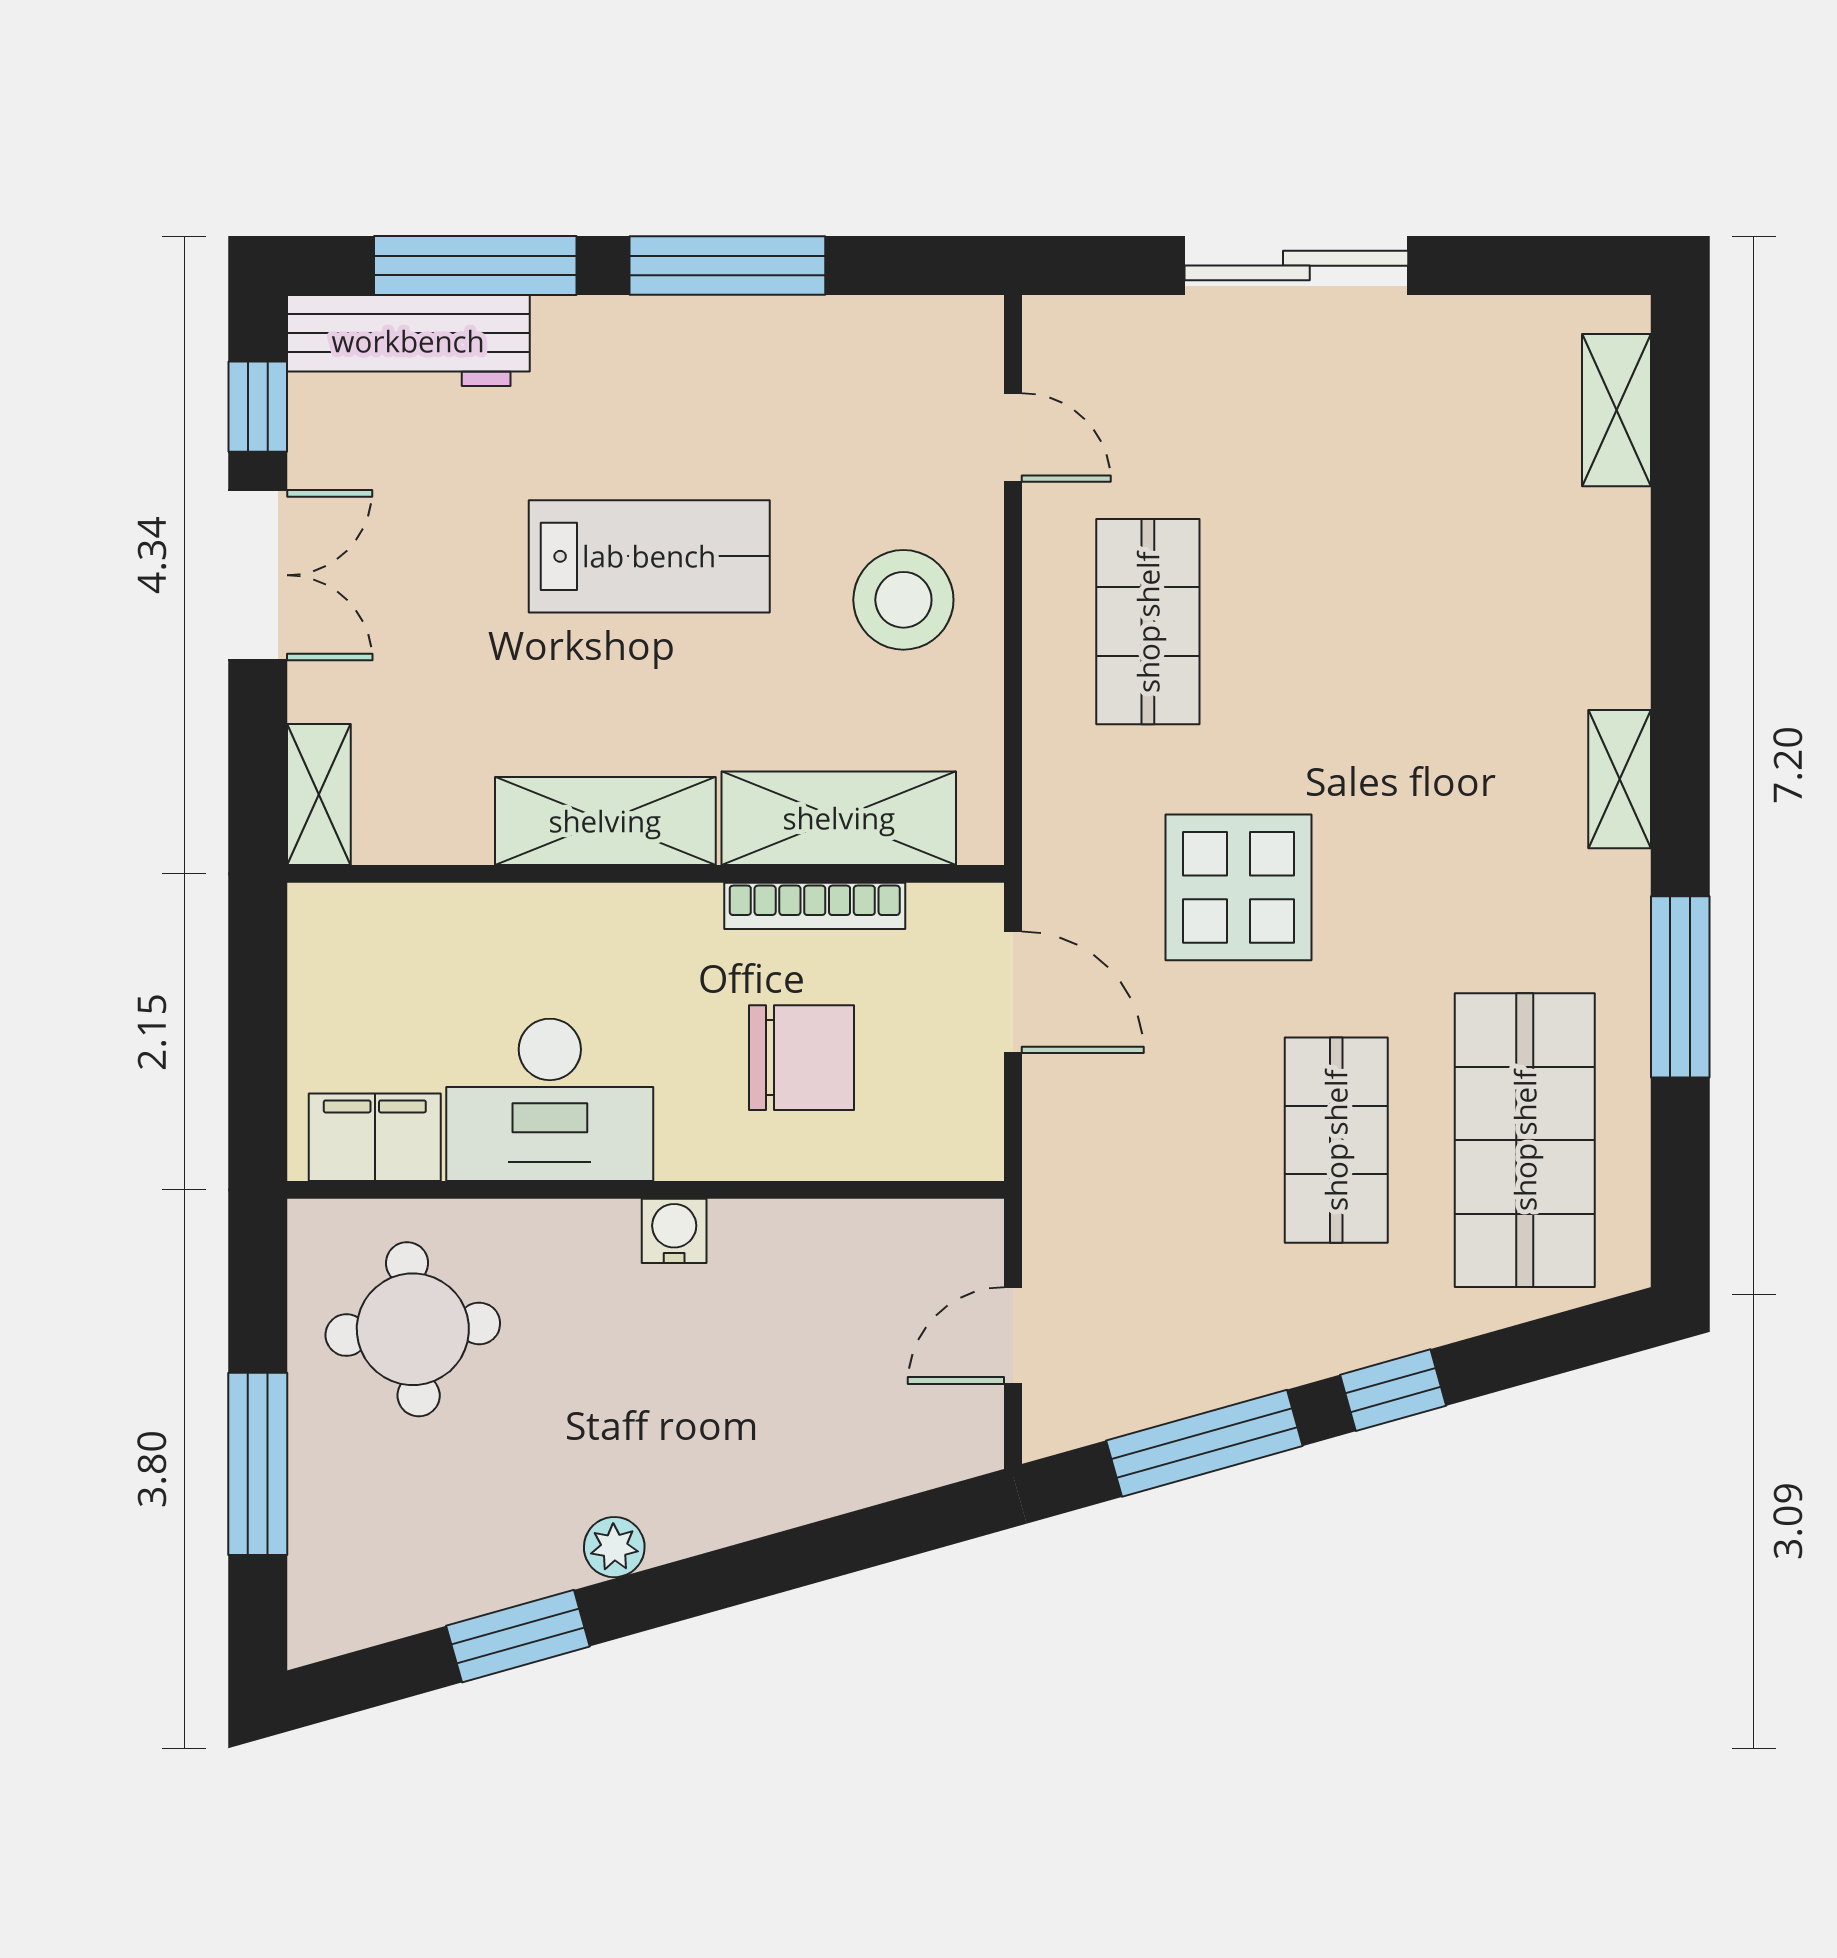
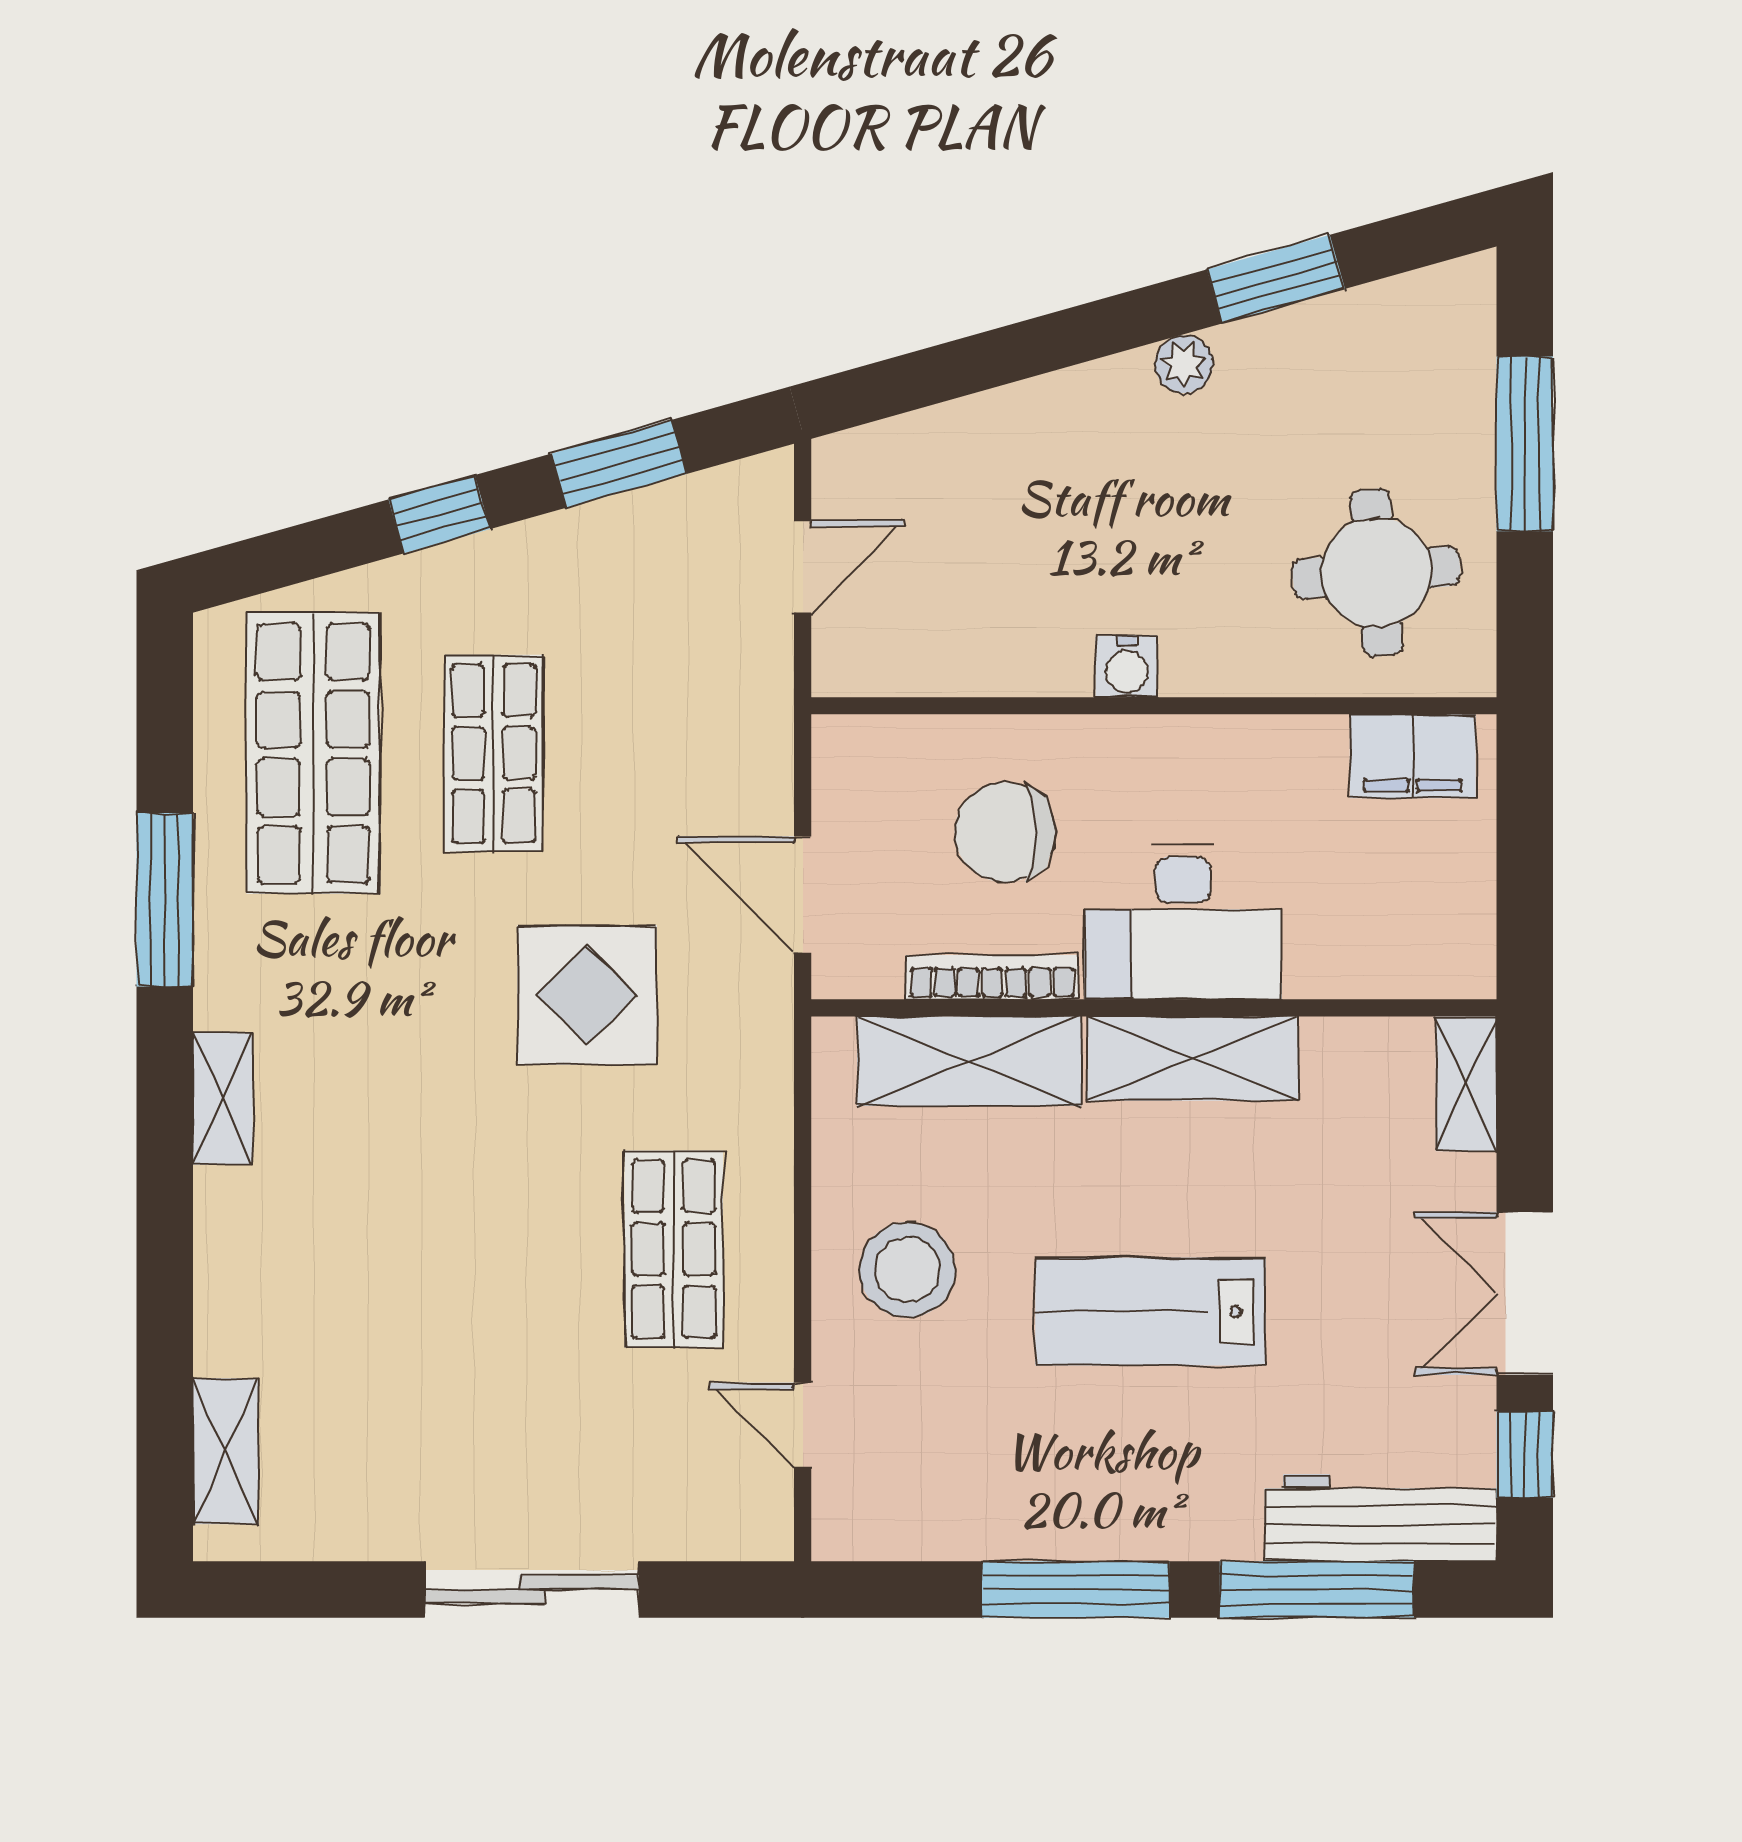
desk: (550, 1100) -> (1183, 922), moved, turned 180
window: (1204, 1443) -> (620, 464), width x0.69

